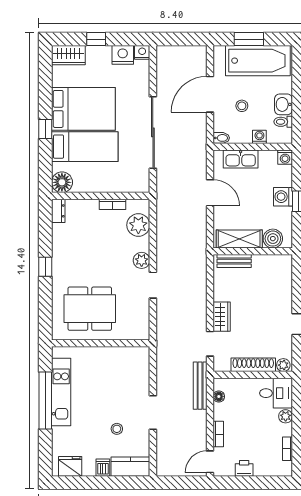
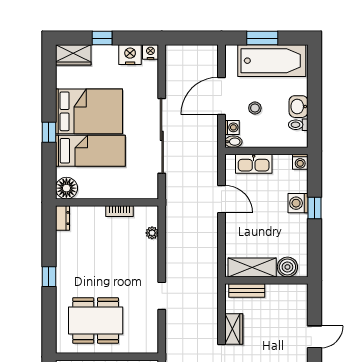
washing machine: (259, 137) -> (232, 127), moved, turned 90
plant: (138, 225) -> (152, 233), width x0.53, depth x0.53
shelving: (239, 239) -> (252, 267), moved
boiler: (273, 239) -> (287, 267), moved
wall: (253, 251) -> (266, 280), moved
plant: (142, 260) -> (150, 270), removed
bench: (234, 261) -> (247, 290), moved

